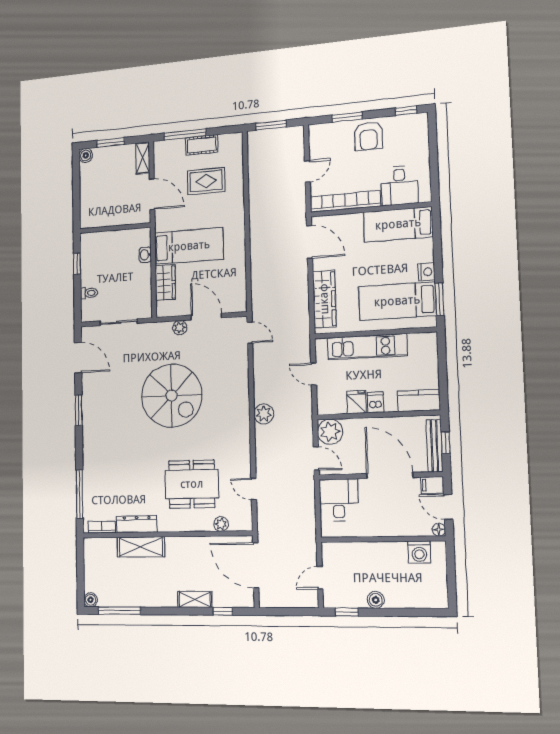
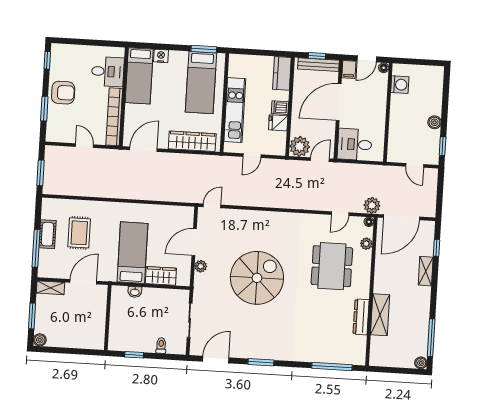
nightstand: (426, 272) -> (161, 56), moved
plant: (264, 414) -> (372, 205), moved
floor lamp: (247, 525) -> (369, 222), added
bookcase: (102, 527) -> (361, 348), removed

